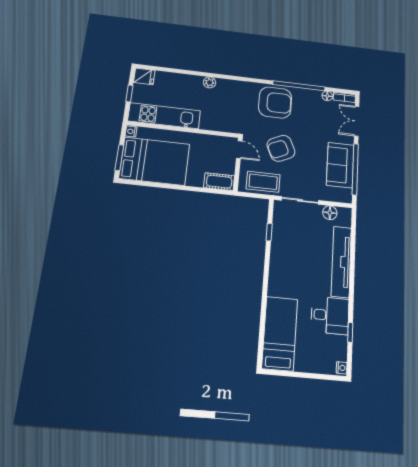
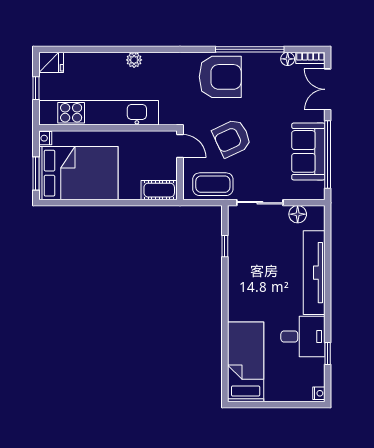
kitchen unit: (164, 116) -> (99, 113), width x1.36

